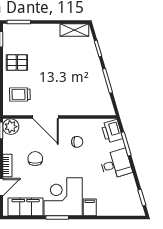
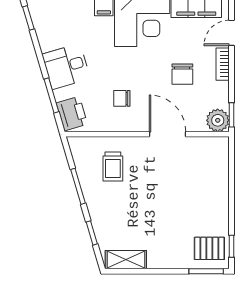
pallet: (17, 62) -> (209, 248), moved
trolley: (20, 94) -> (113, 166), moved, turned 91

